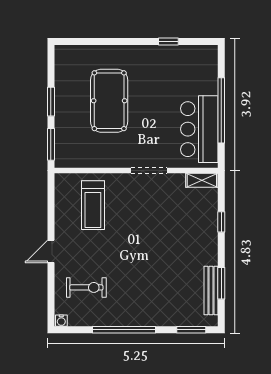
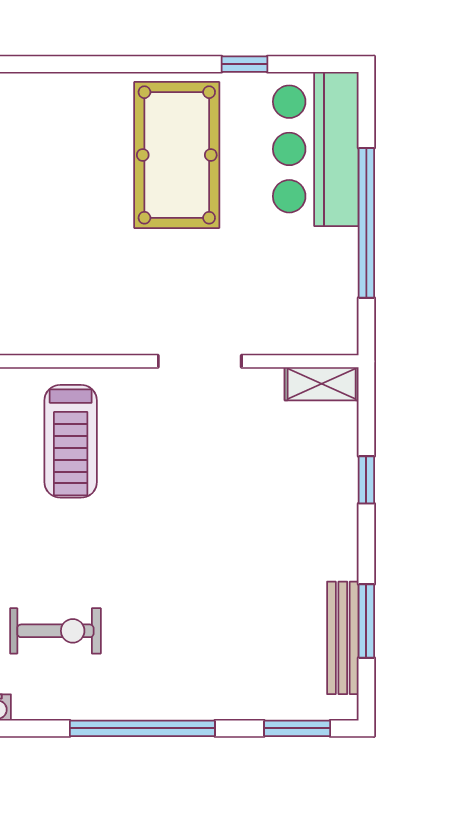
pool table: (109, 101) -> (177, 155), moved
bar counter: (199, 129) -> (316, 149), moved

